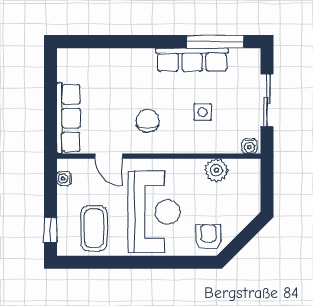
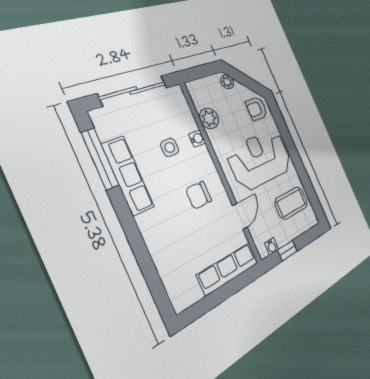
sliding door: (267, 100) -> (133, 91), width x1.37
water cooler: (249, 146) -> (197, 139), moved
plant: (248, 213) -> (227, 82), added
window: (51, 230) -> (287, 251), moved

